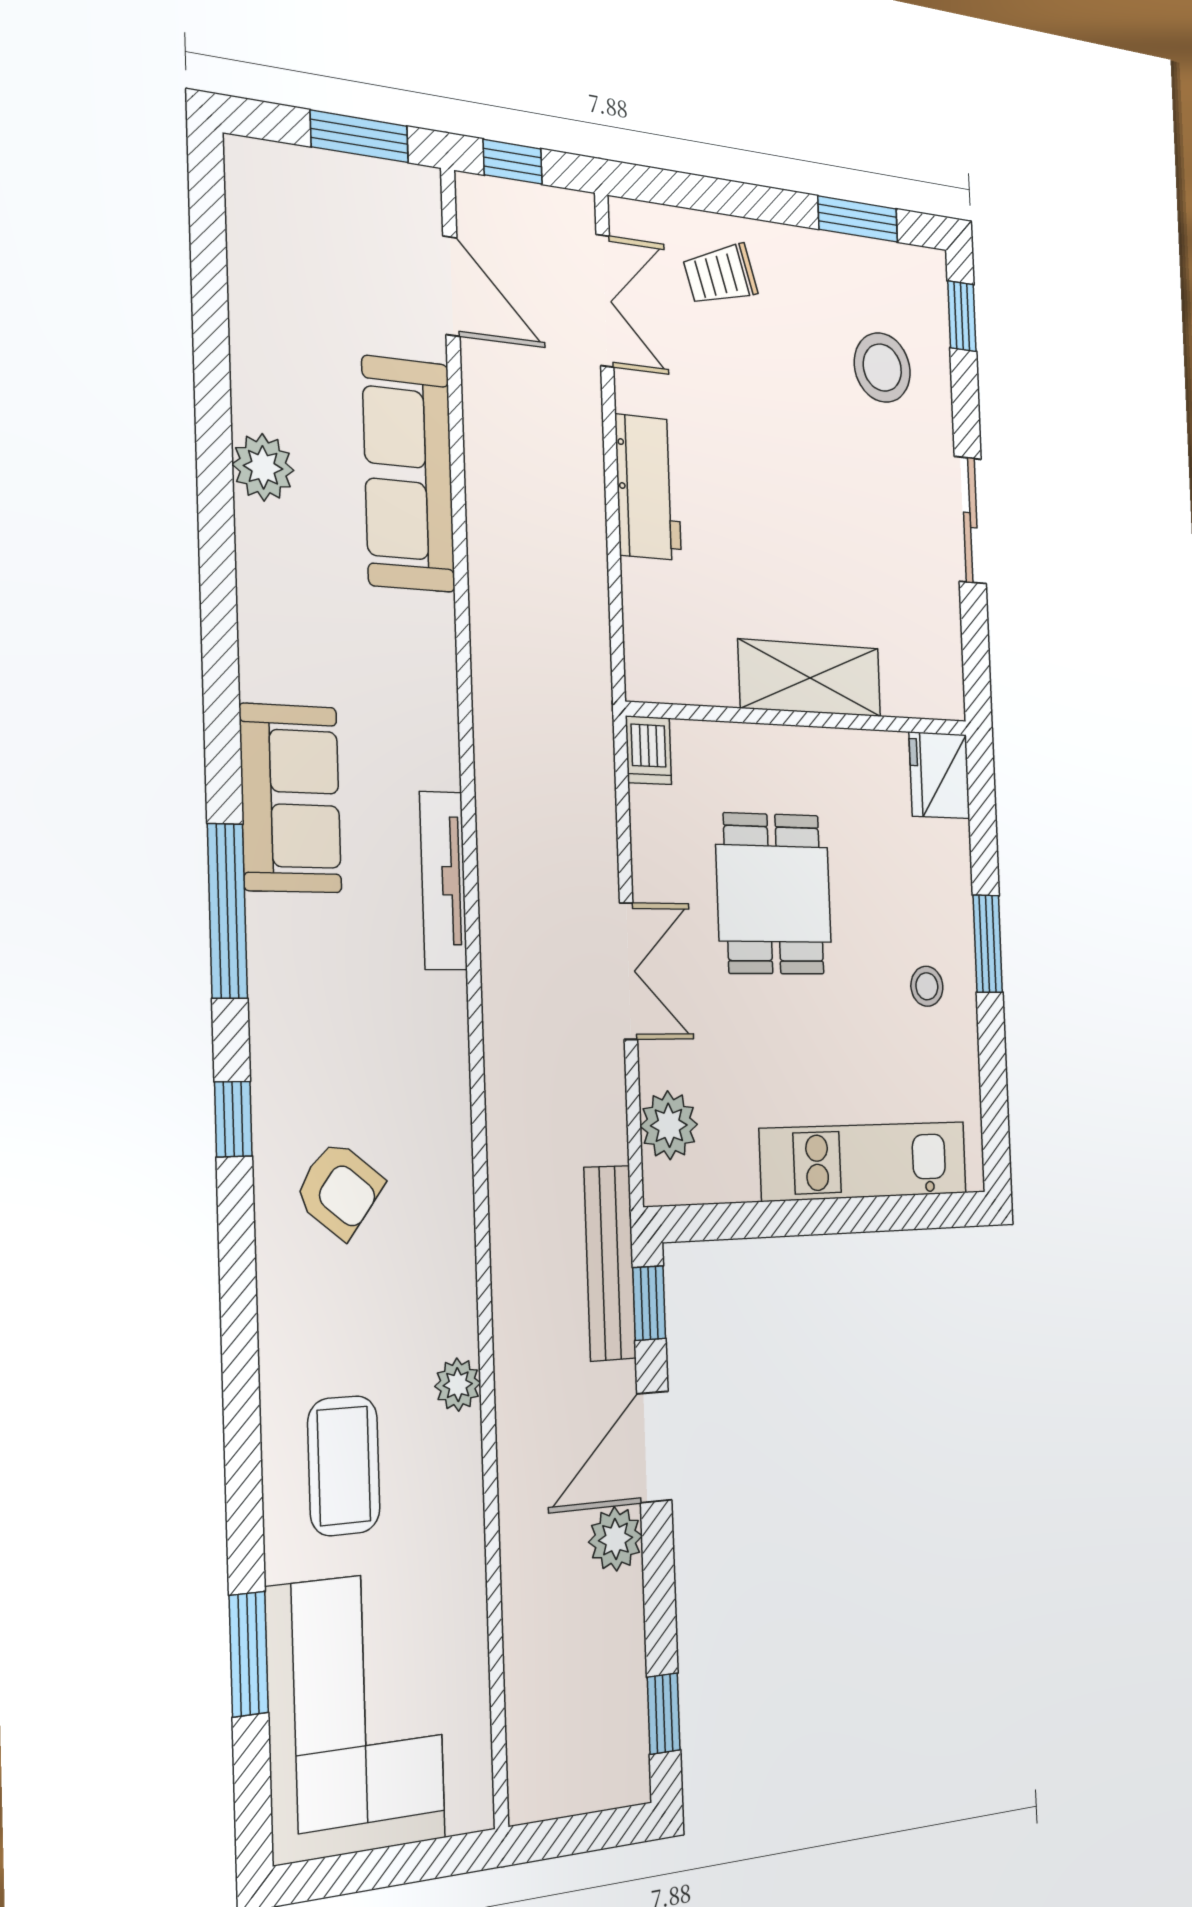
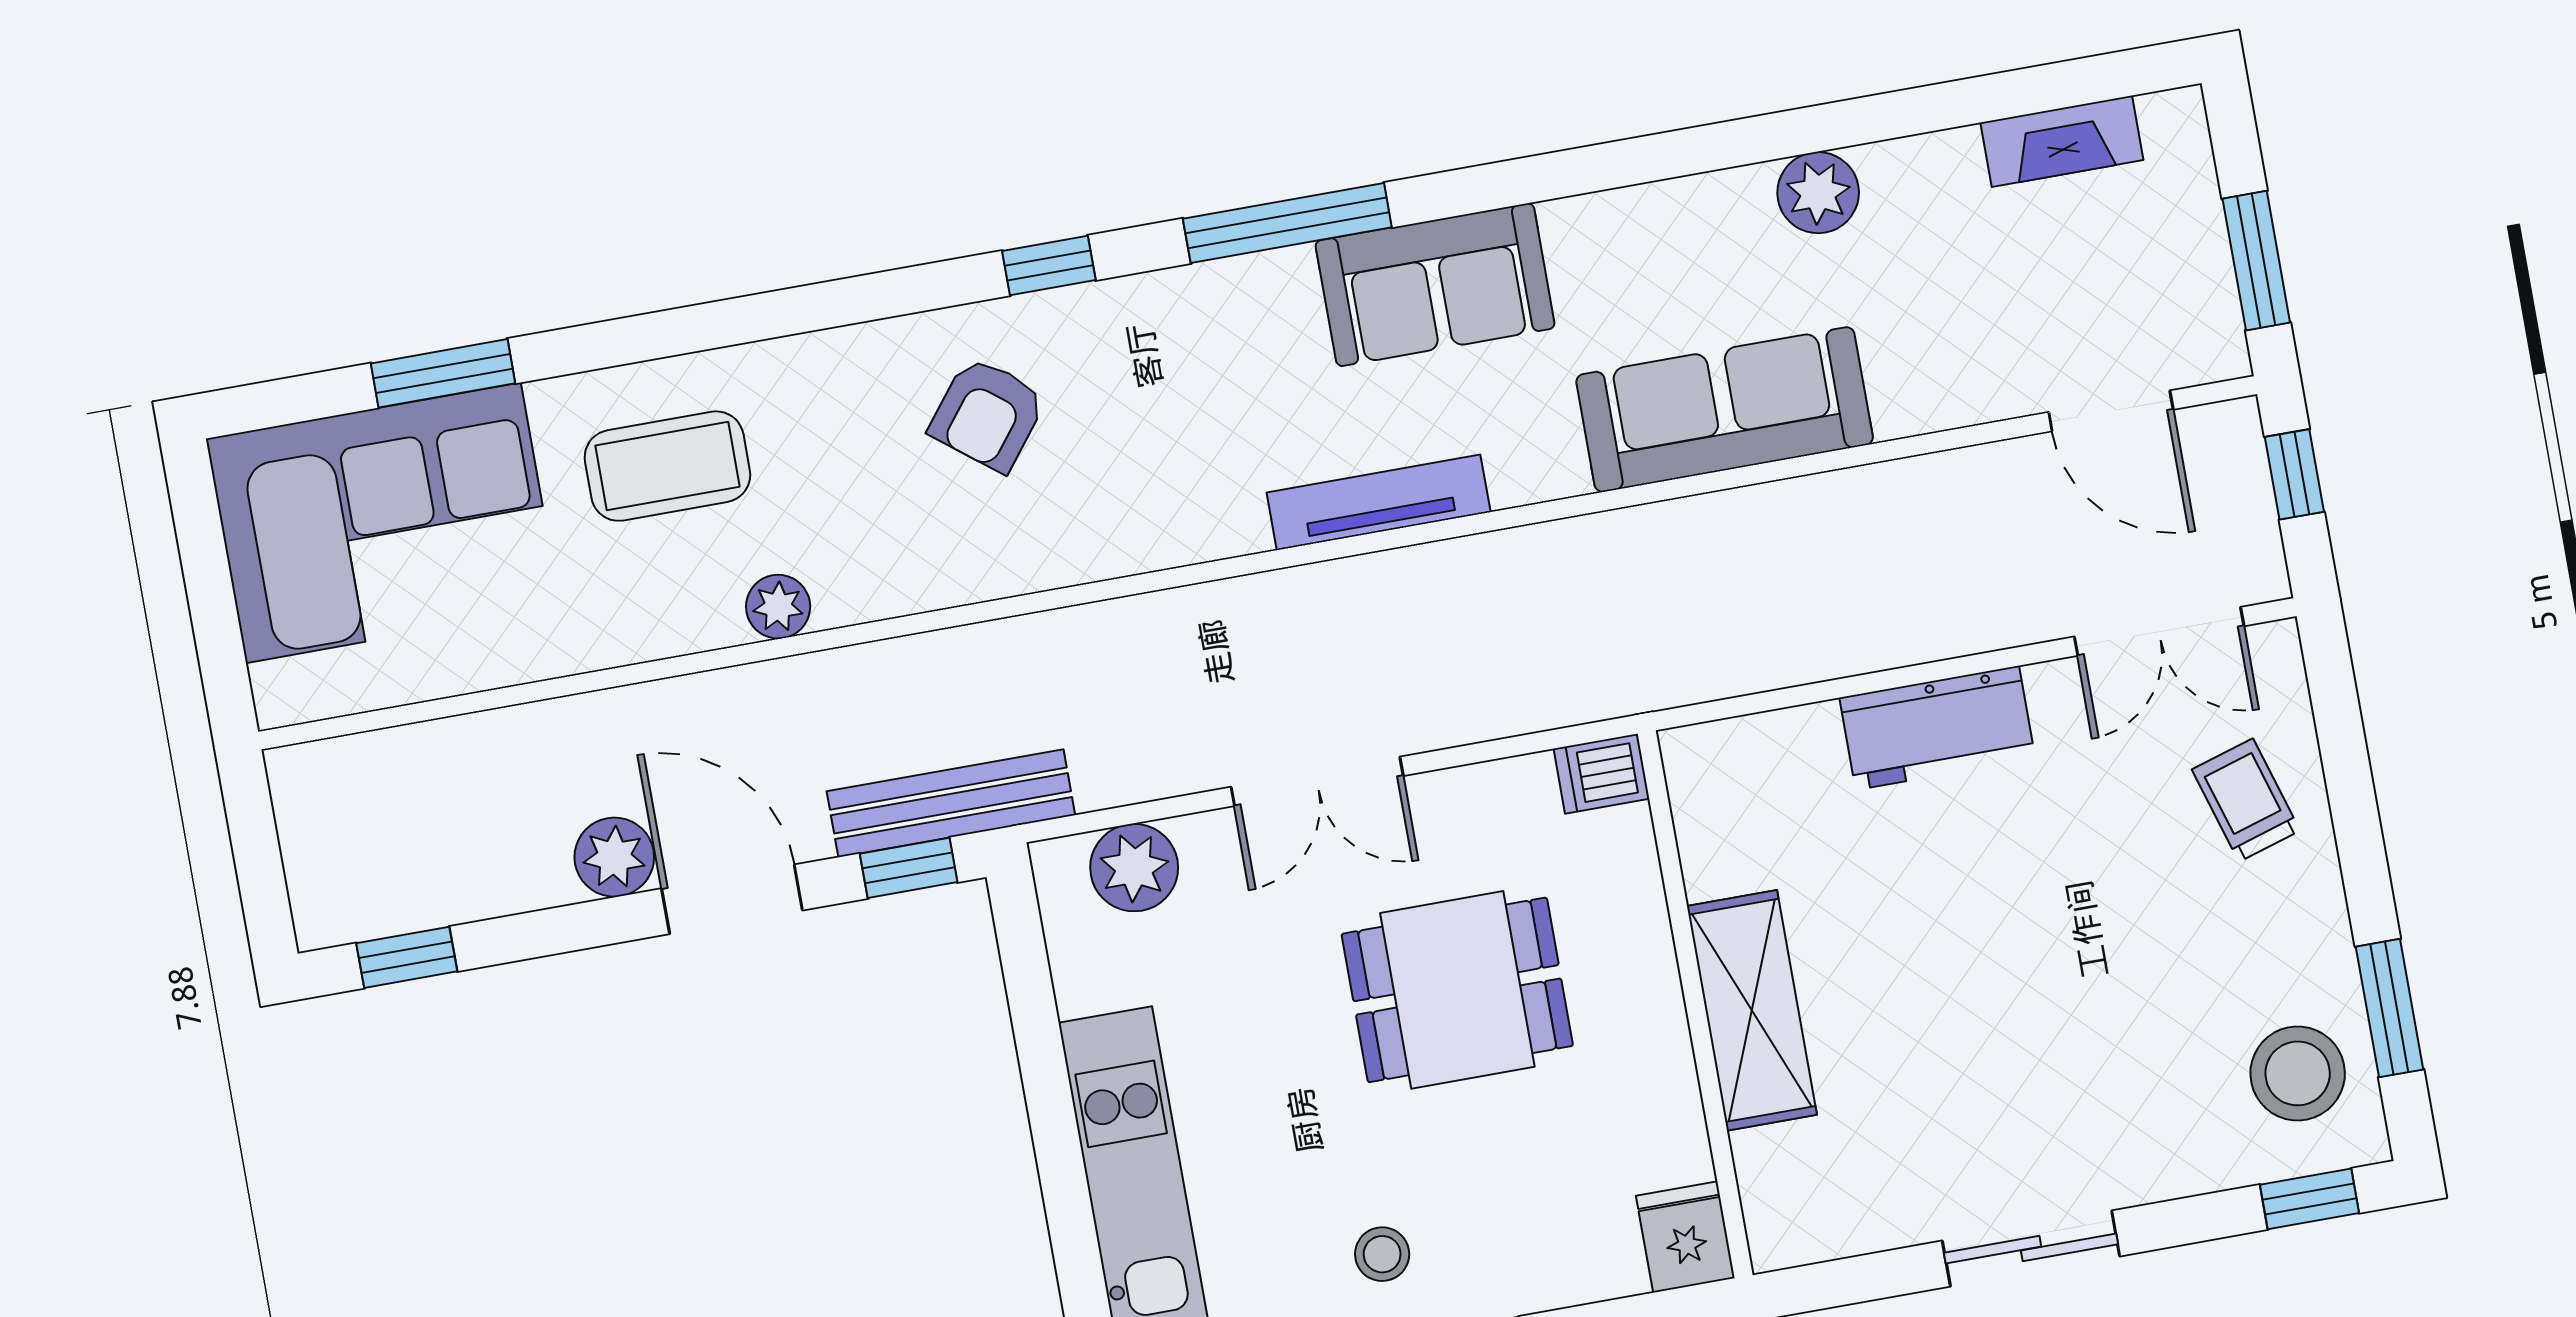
fireplace: (251, 259) -> (2062, 141), added
door: (451, 286) -> (2111, 411), hinge flipped
stool: (882, 368) -> (2298, 1073), moved
sofa: (409, 474) -> (1725, 410), moved
fridge: (939, 775) -> (1685, 1237), width x0.72

